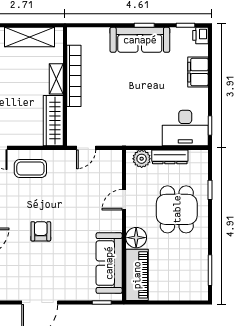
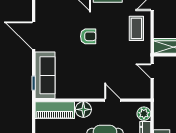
sofa: (109, 263) -> (45, 75), moved, turned 90

